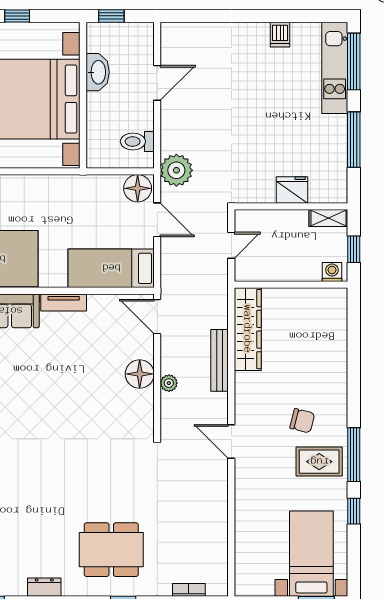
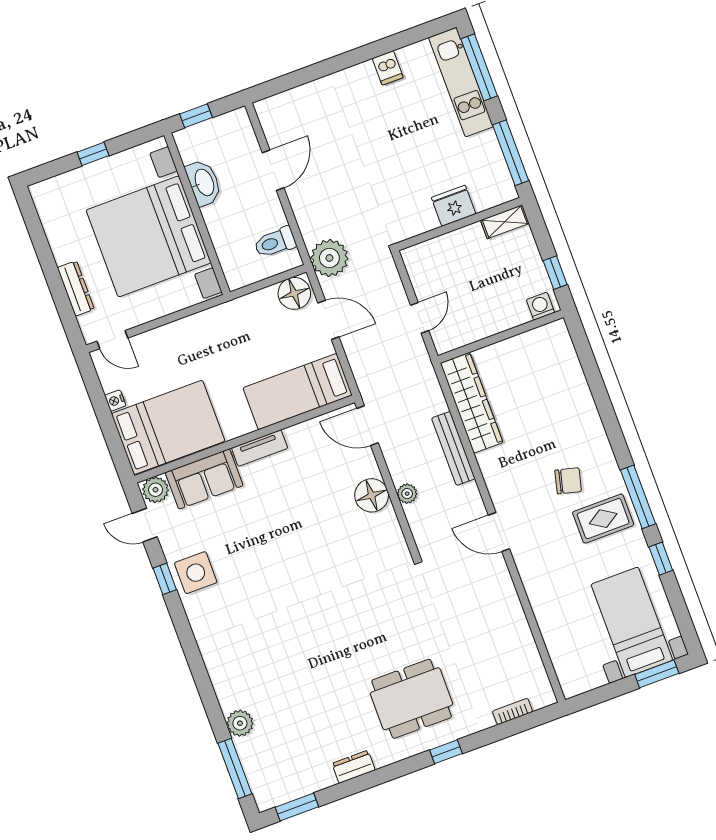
fridge: (292, 190) -> (454, 206), moved
wall: (291, 206) -> (459, 224), moved
shelving: (328, 218) -> (505, 222), moved

